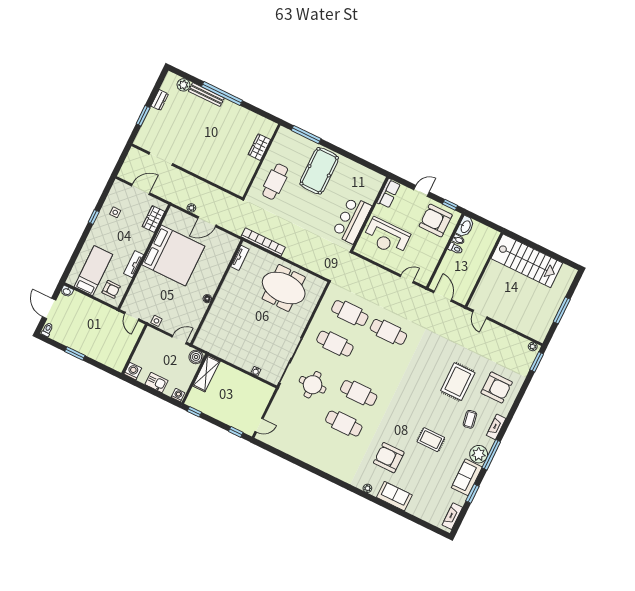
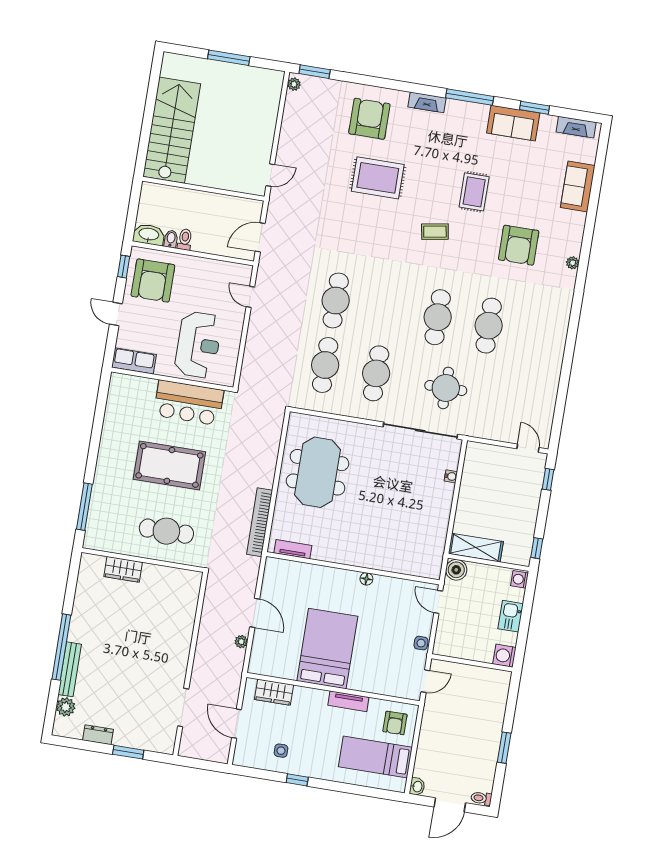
pool table: (319, 171) -> (169, 465), moved
bed: (173, 255) -> (327, 649), width x0.73
armchair: (111, 289) -> (395, 723), turned 180
coffee table: (470, 419) -> (435, 232), moved
plant: (479, 454) -> (474, 116), removed
sofa: (394, 496) -> (578, 186), moved

